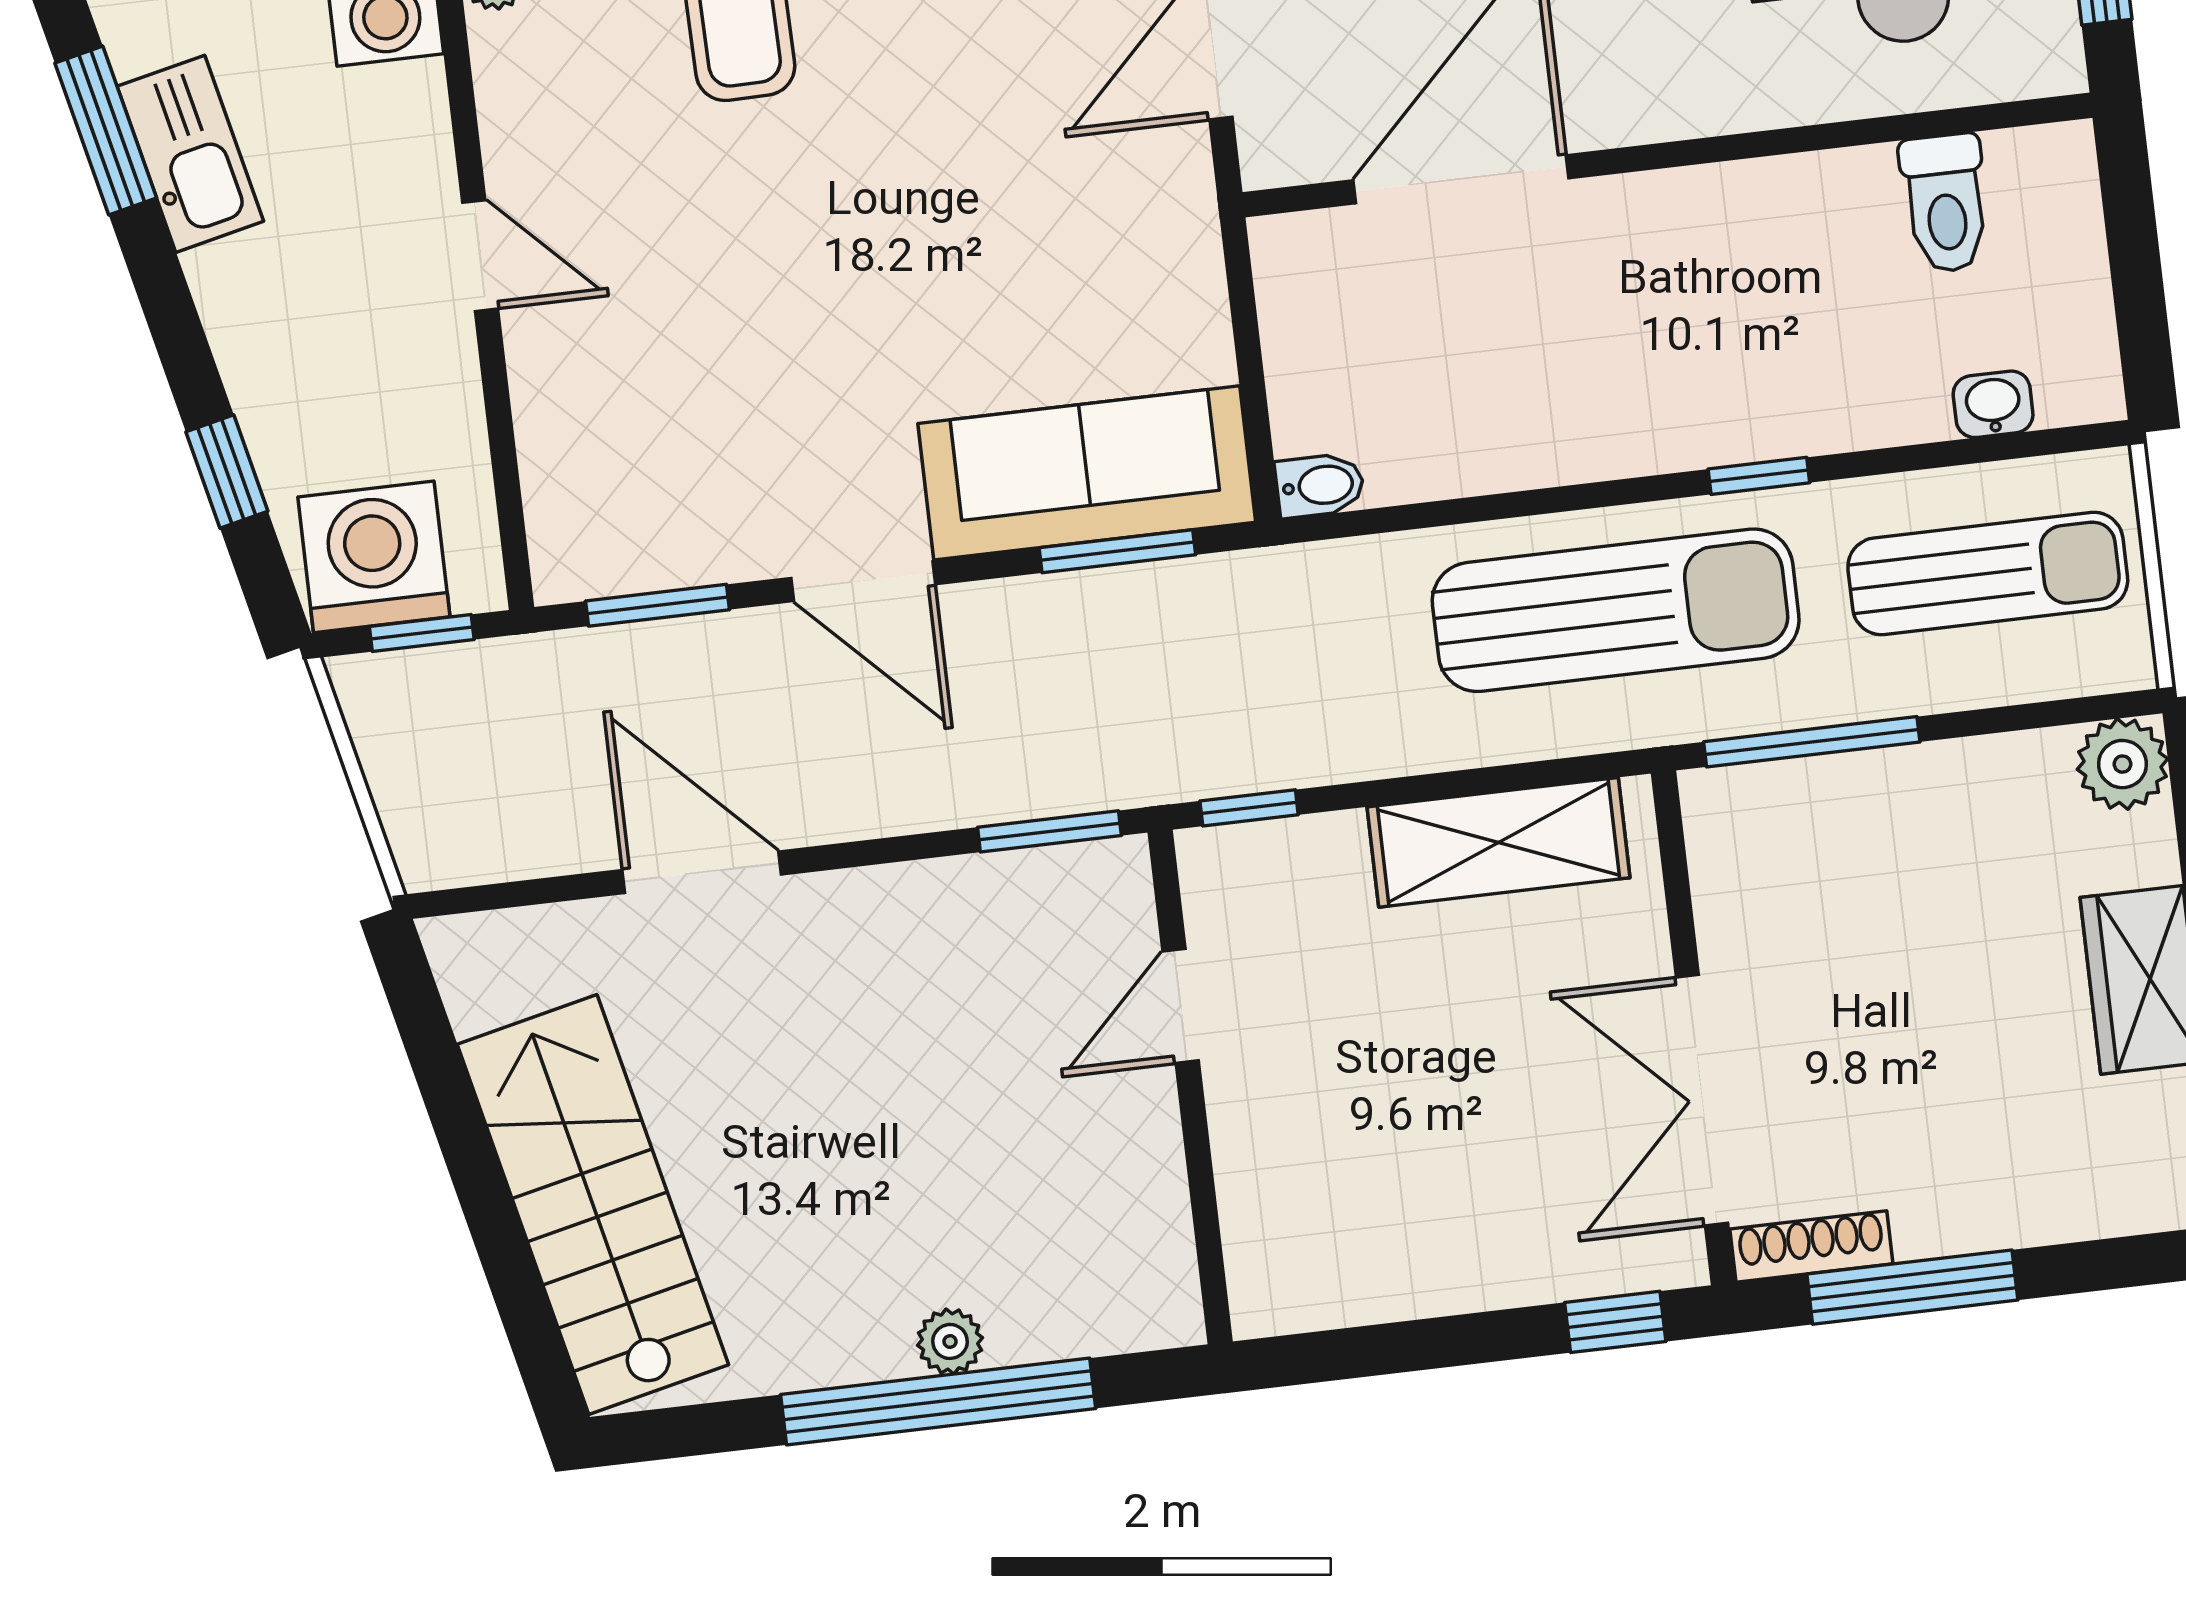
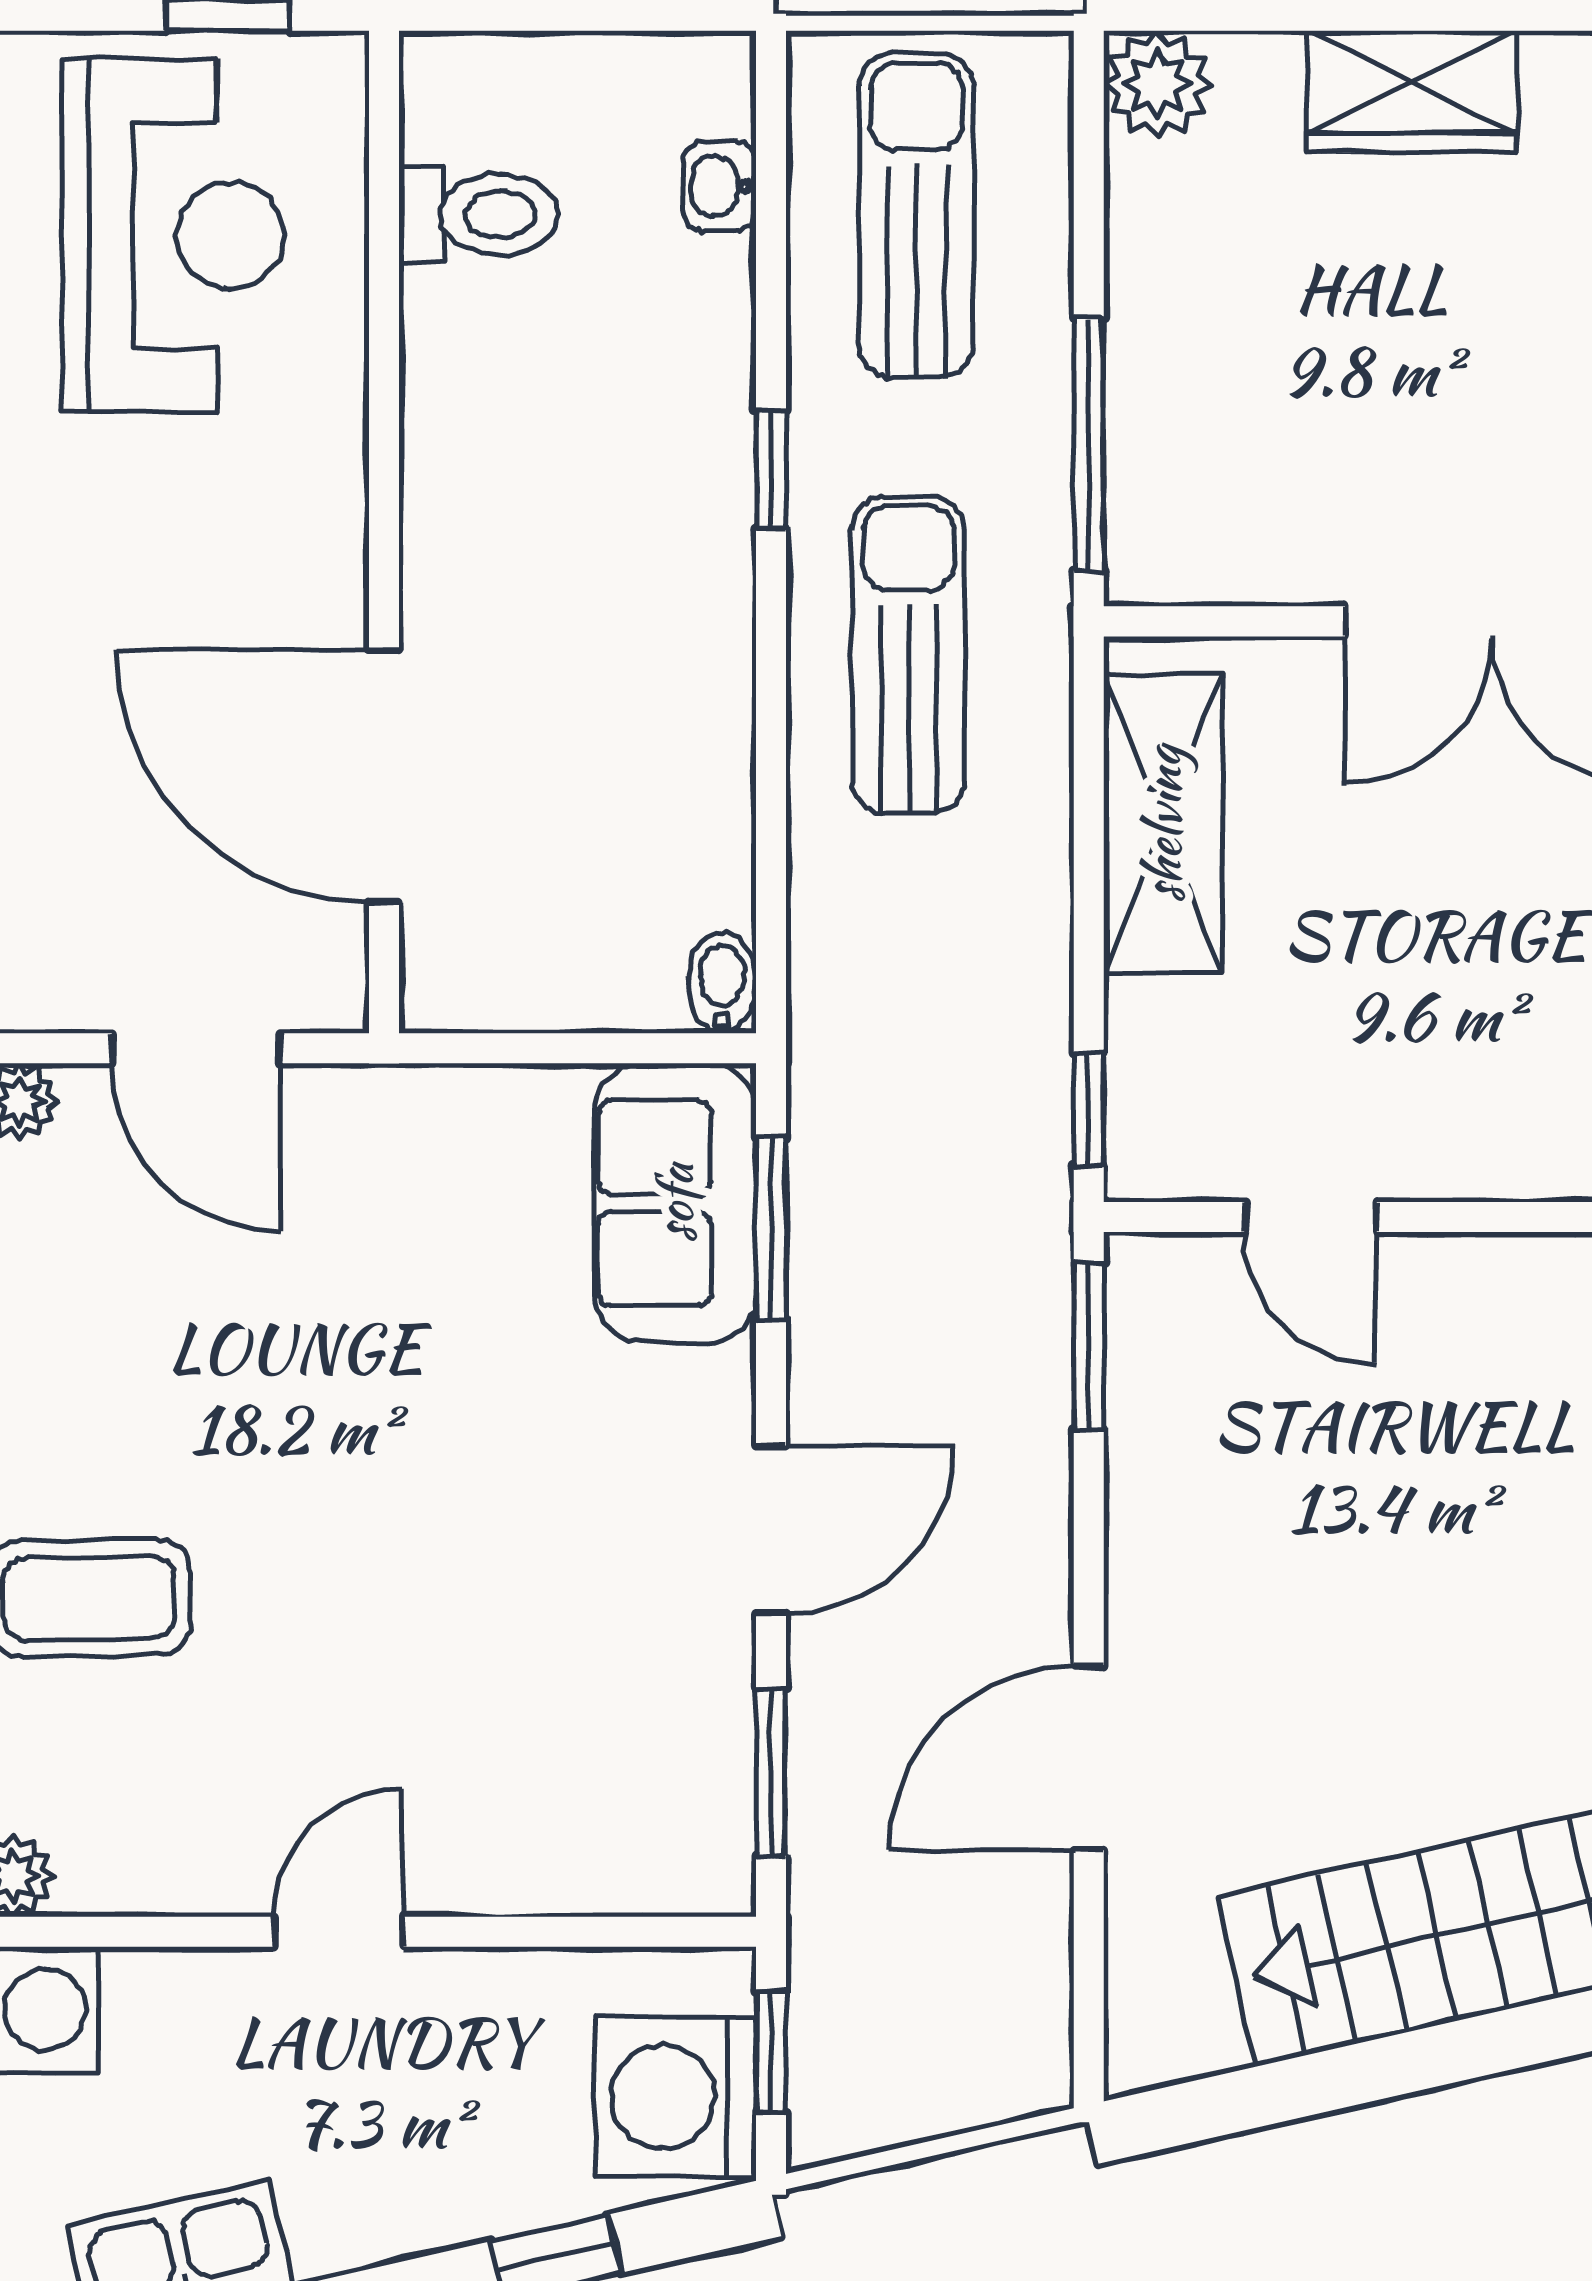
sofa: (1087, 473) -> (675, 1203), width x0.73
sun lounger: (1616, 610) -> (908, 655), width x0.73, depth x0.75

